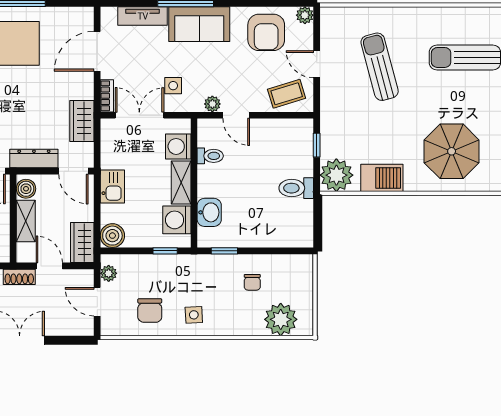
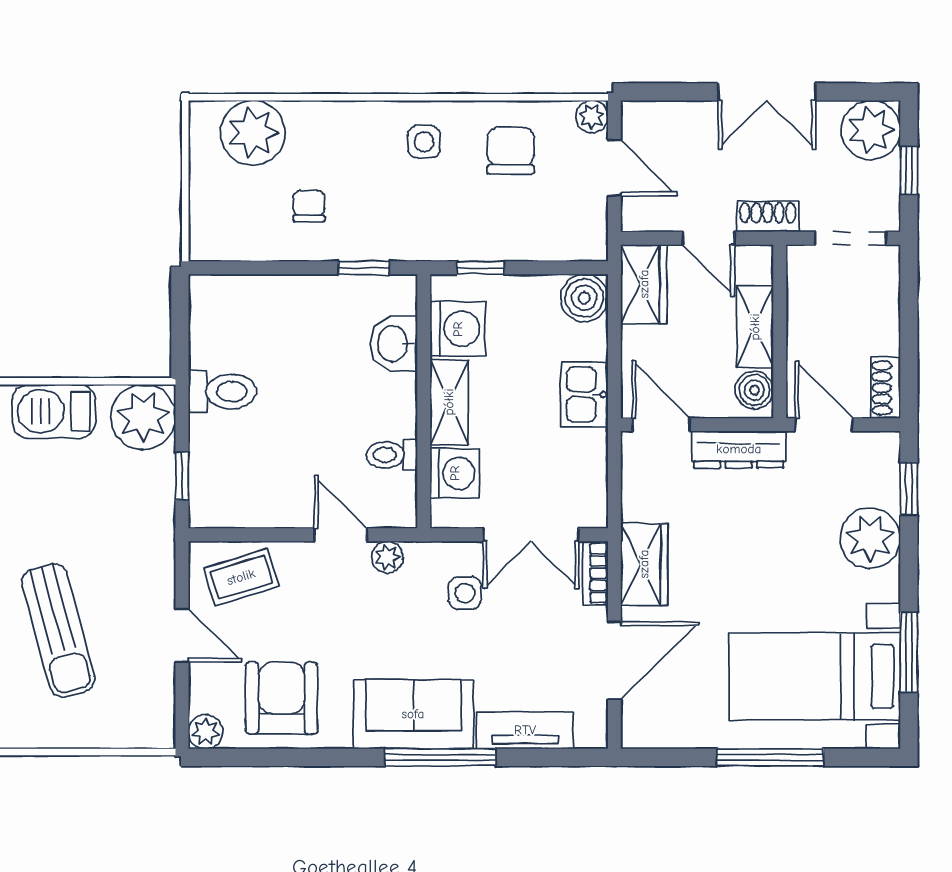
wardrobe: (82, 121) -> (644, 564), moved
plant: (109, 273) -> (592, 117), moved

